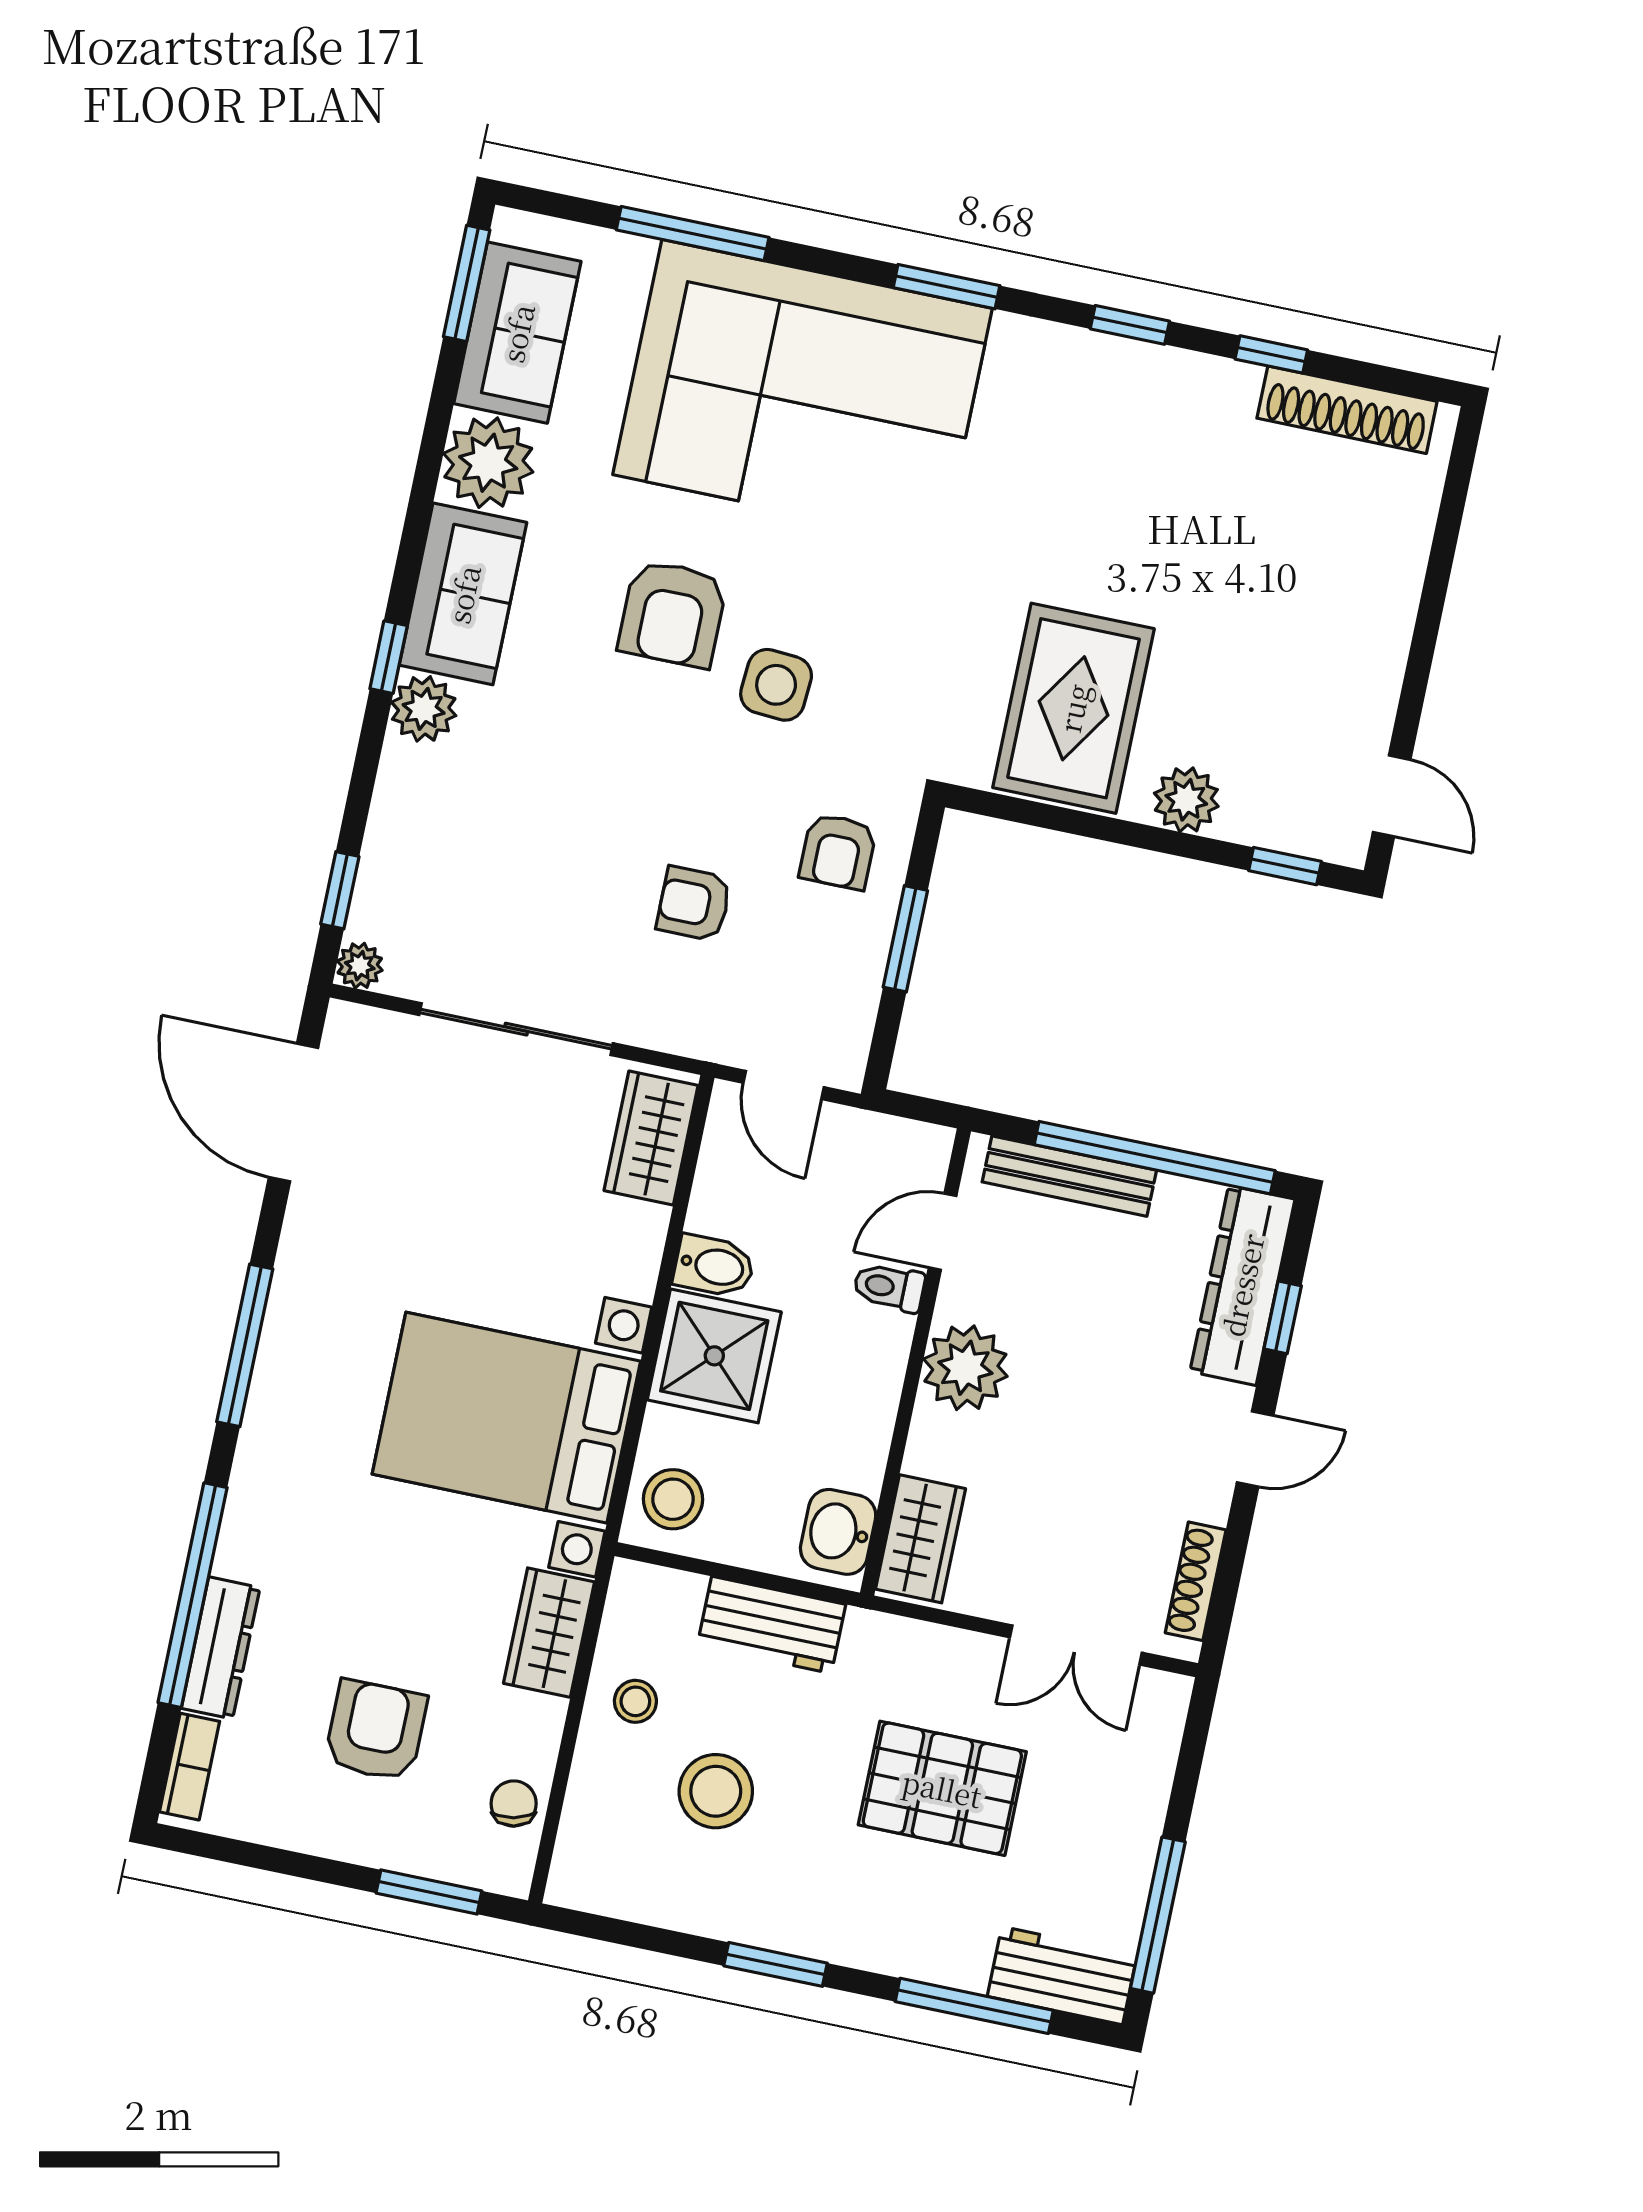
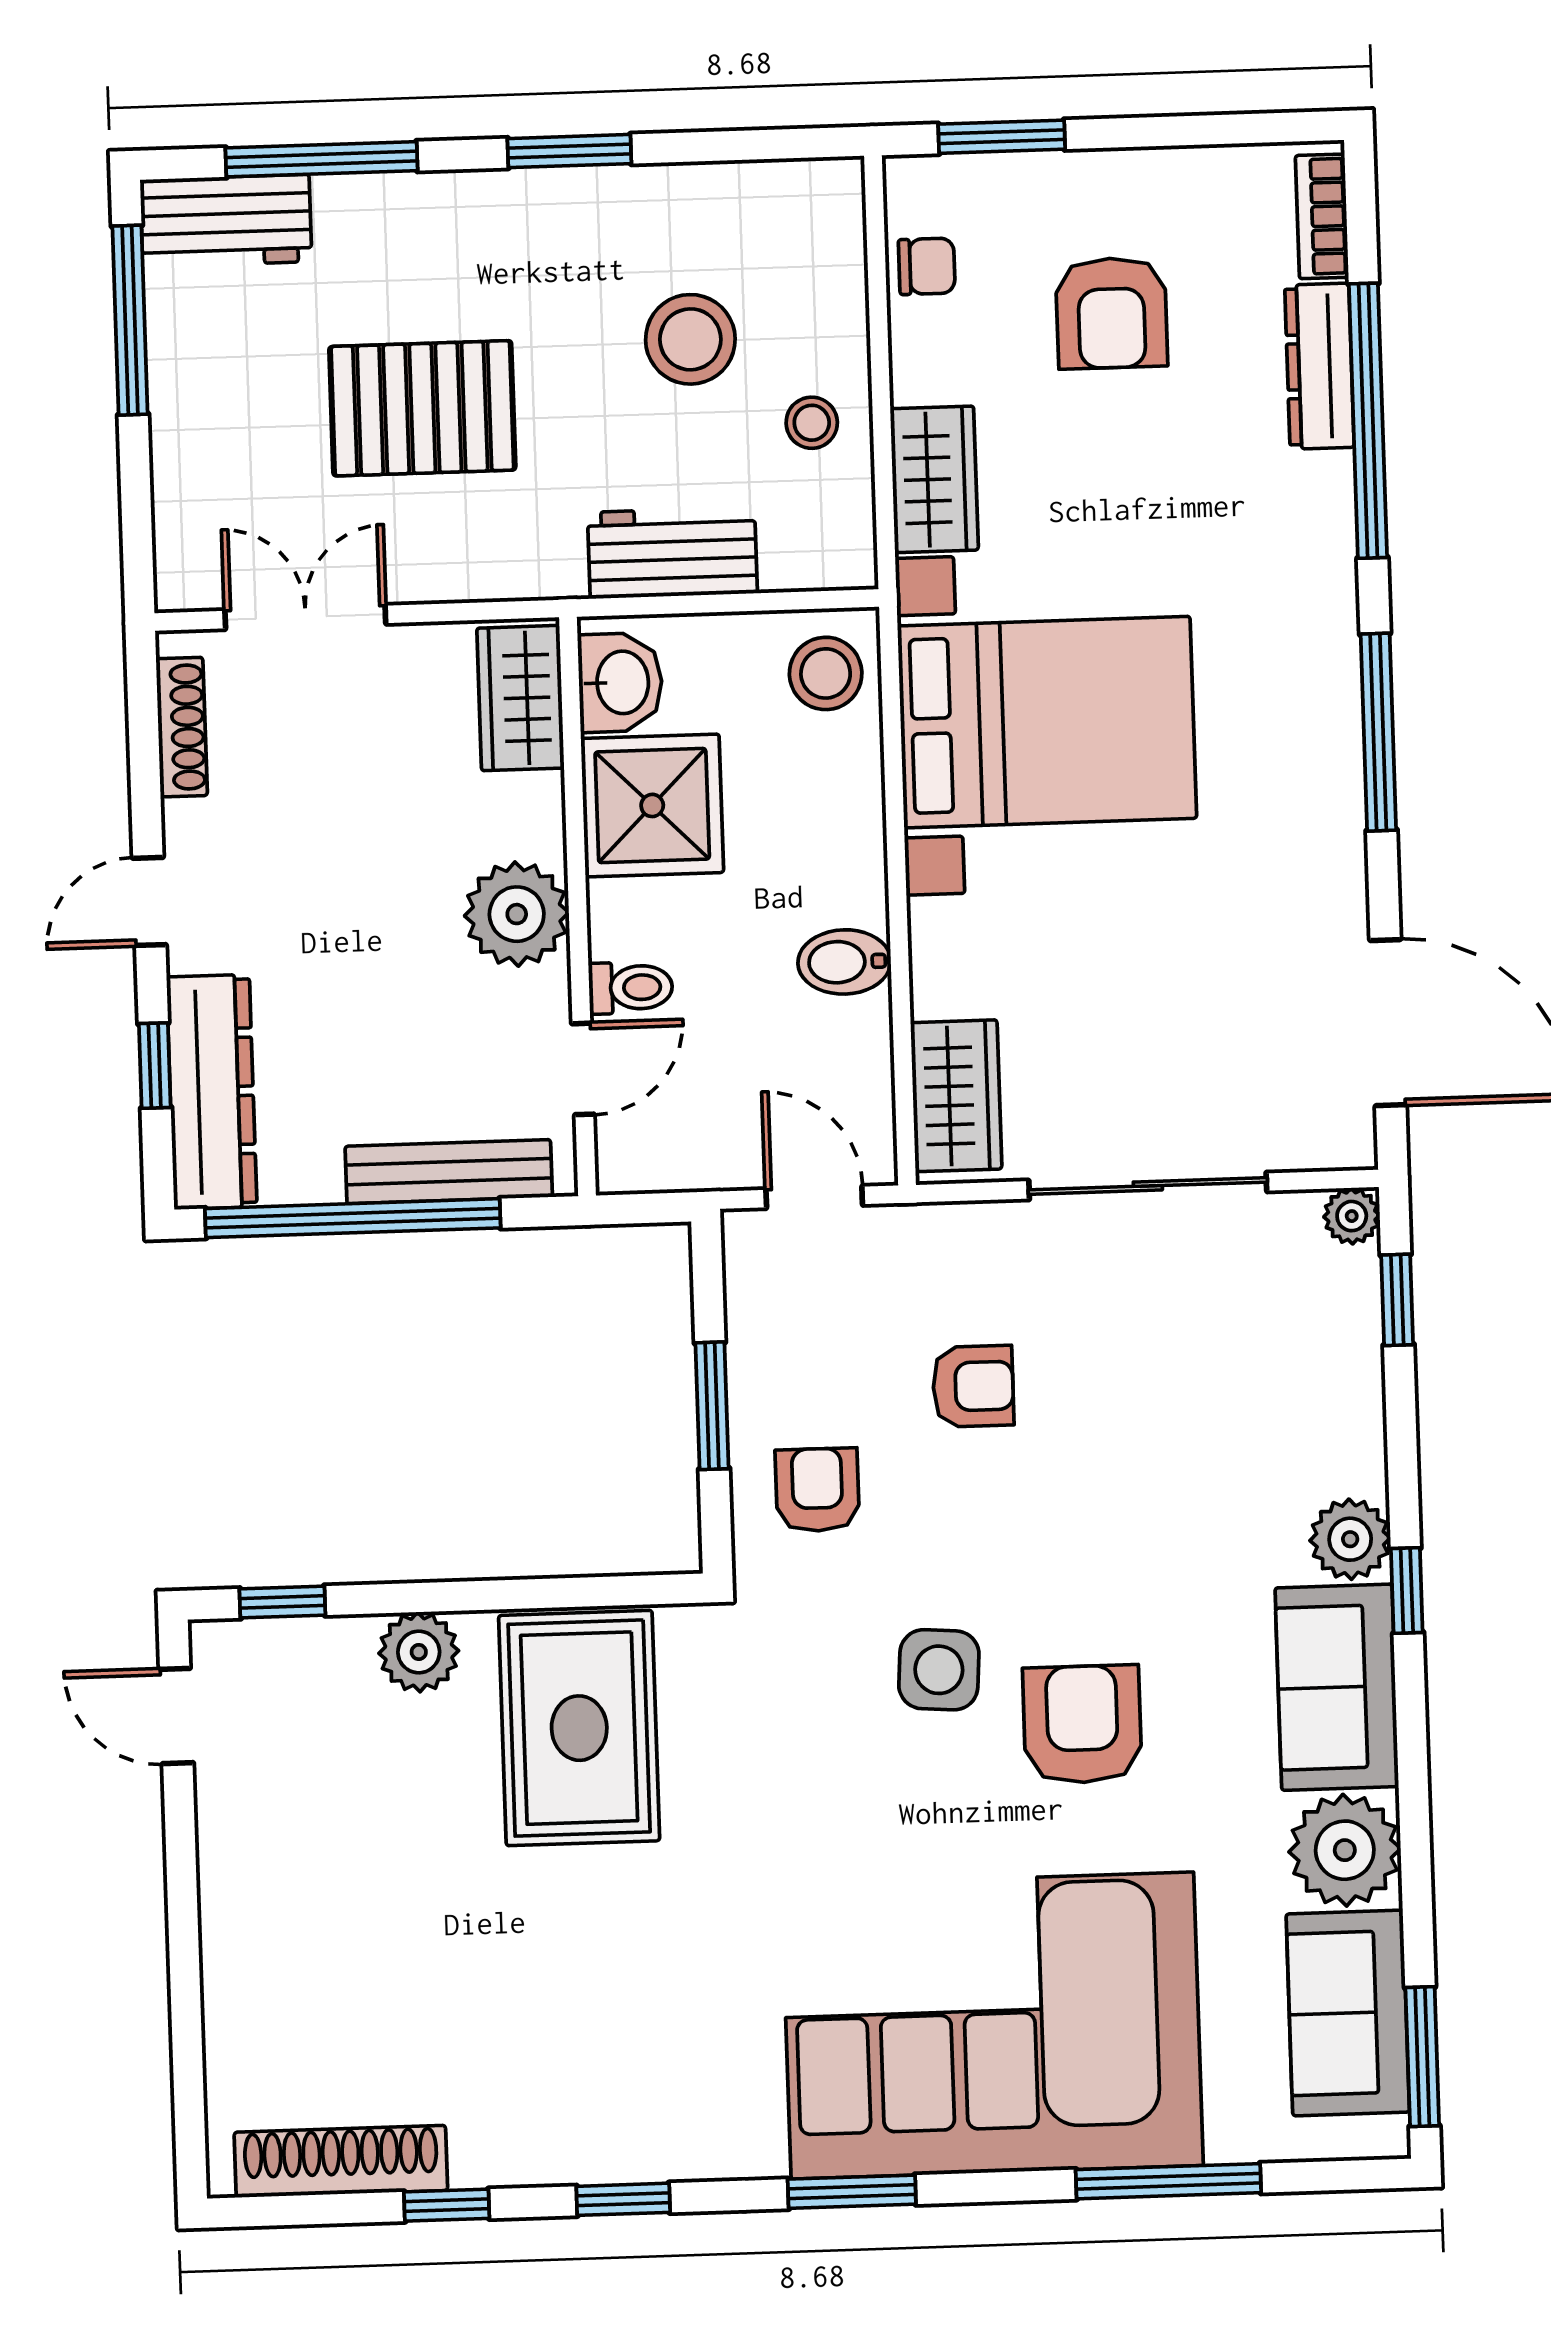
shower: (714, 1356) -> (652, 805), moved
chair: (514, 1803) -> (927, 266), turned -78

